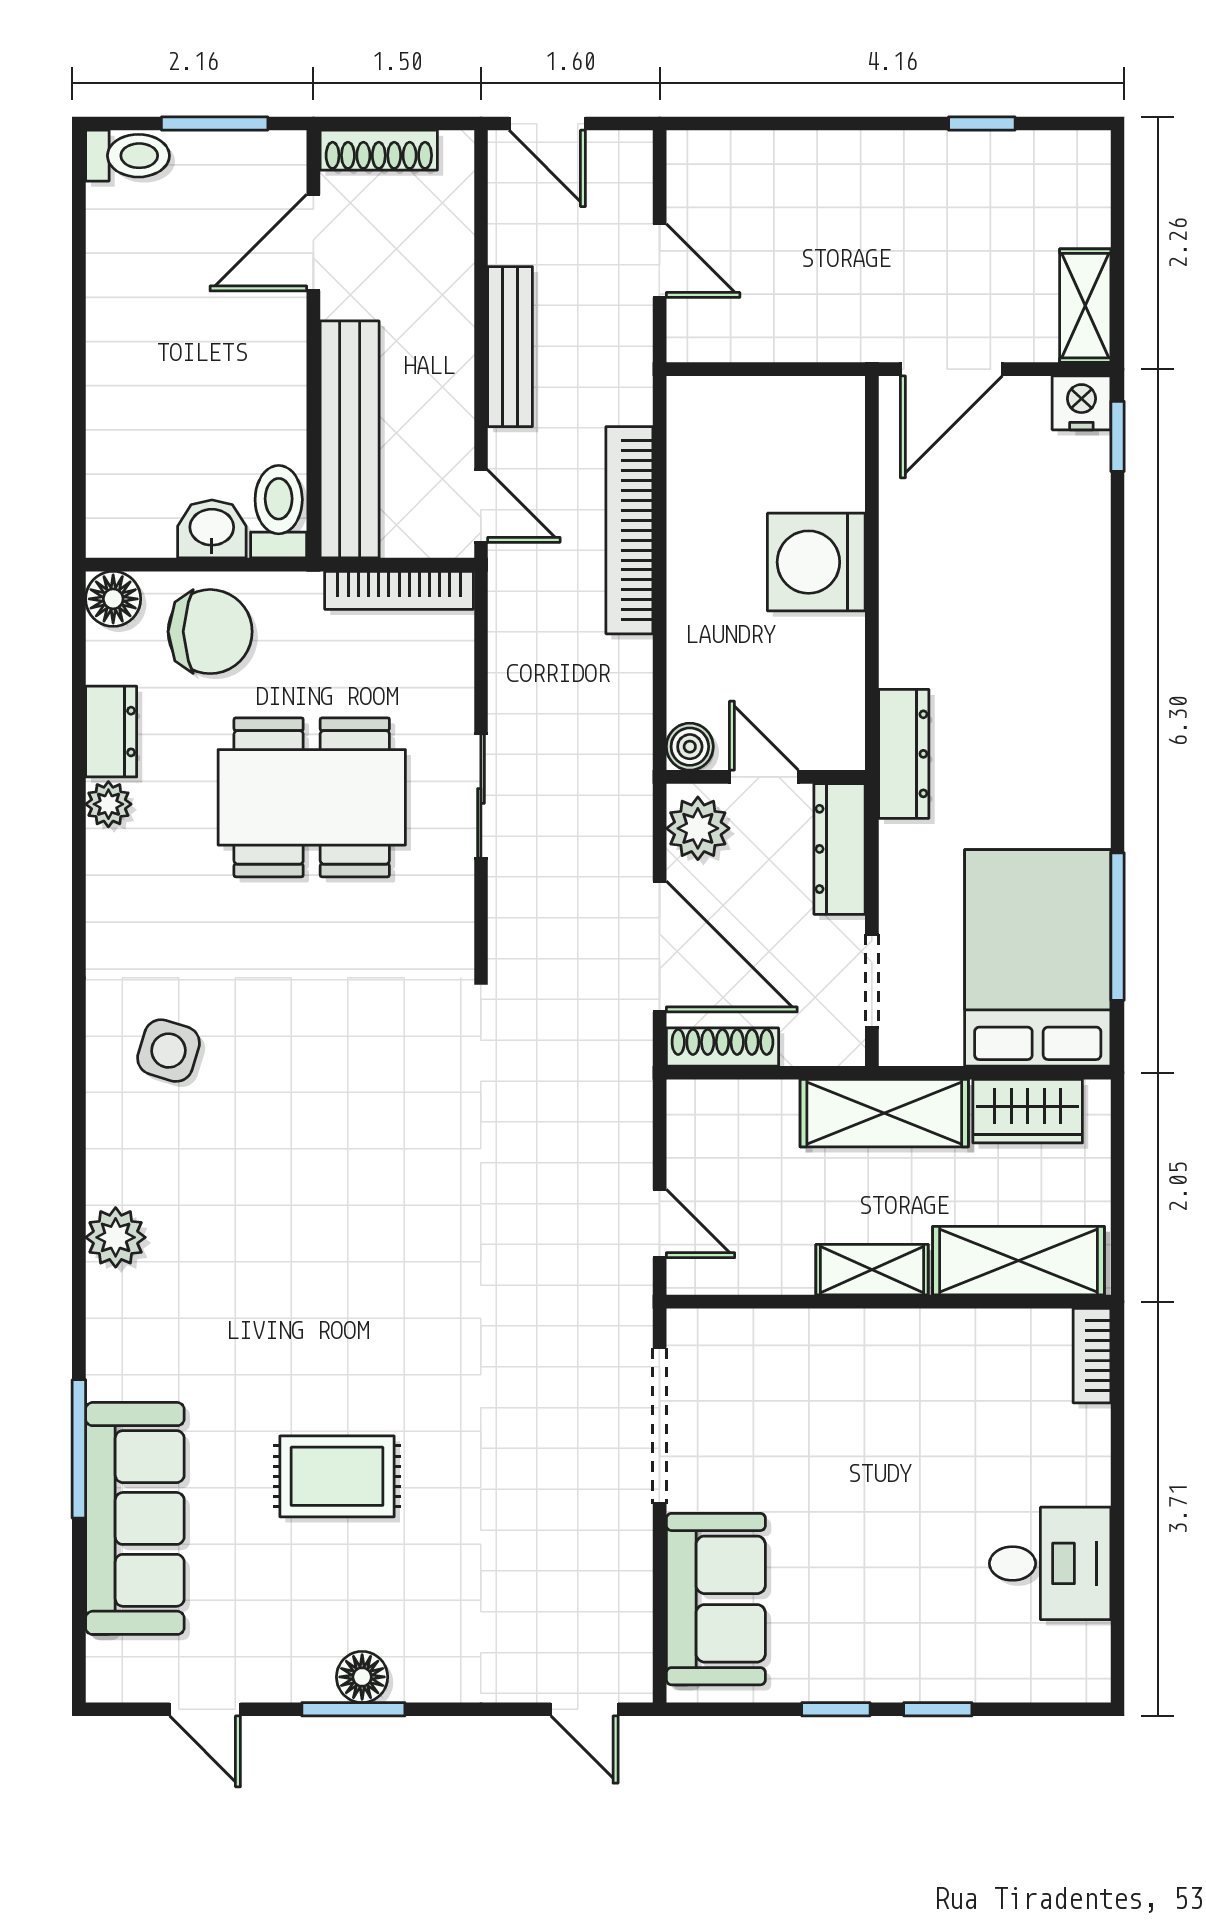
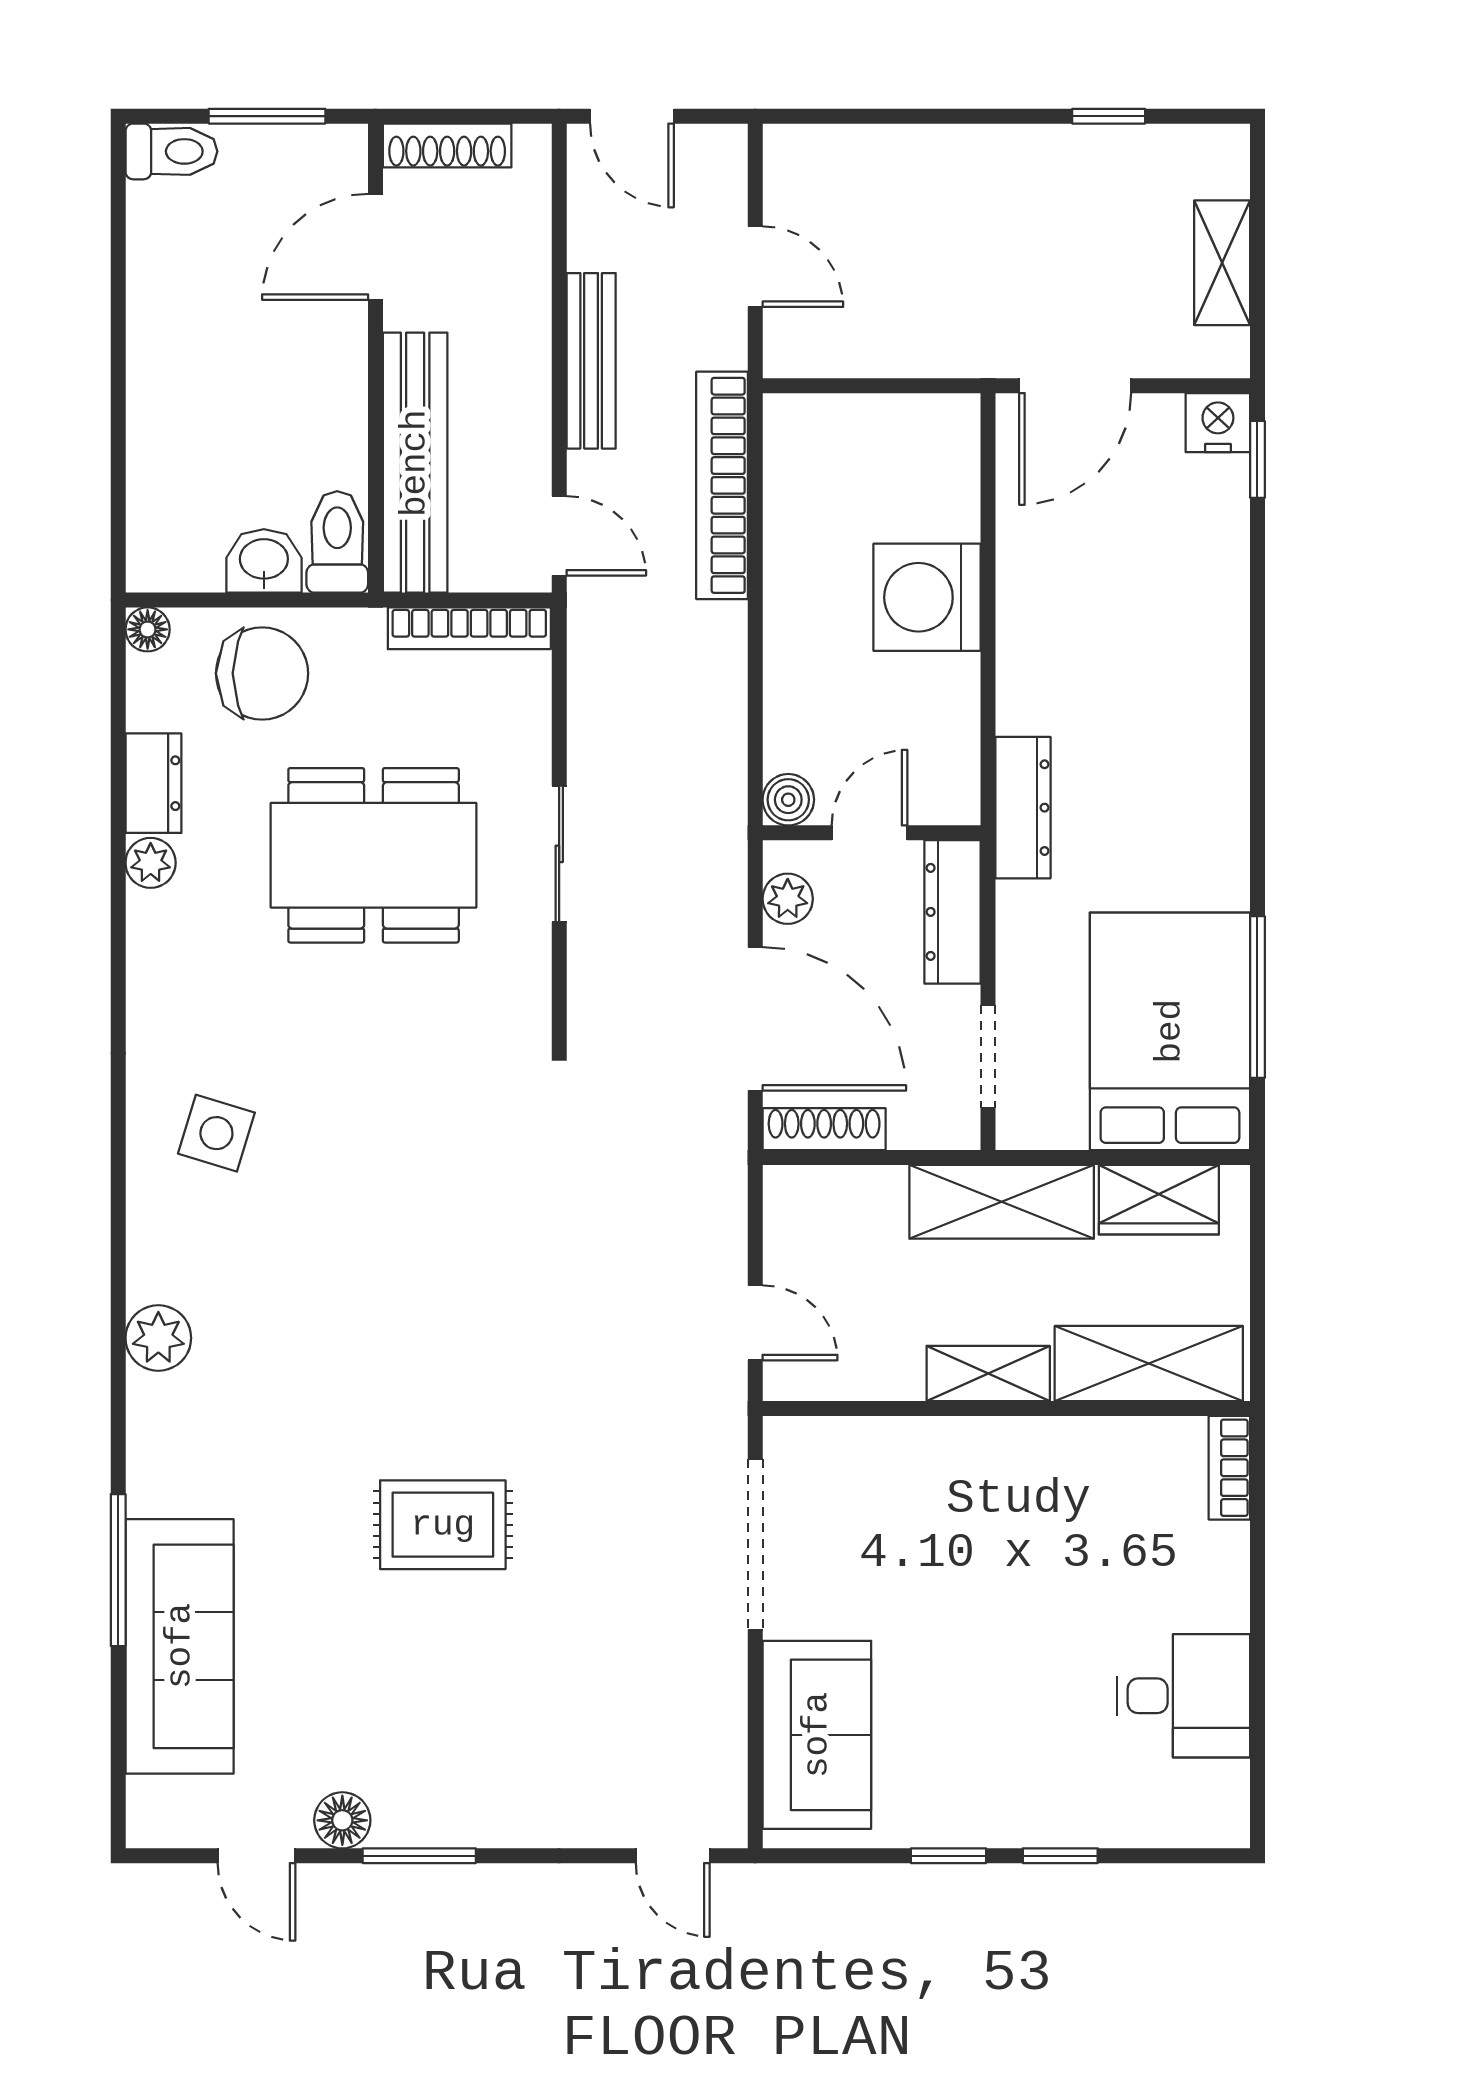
shelving: (1085, 306) -> (1222, 263), moved
bookcase: (629, 530) -> (722, 485), moved
floor lamp: (113, 599) -> (148, 629), width x0.73, depth x0.73
door: (764, 777) -> (870, 833), hinge flipped
plant: (698, 828) -> (788, 899), width x0.73, depth x0.73
rug: (337, 1476) -> (443, 1525), moved
floor lamp: (362, 1677) -> (342, 1820), moved

